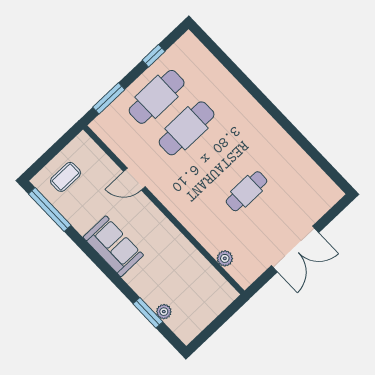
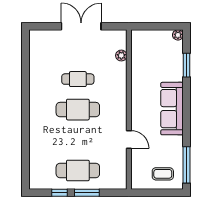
window: (109, 98) -> (87, 193), moved
cafe table: (187, 128) -> (78, 110), moved
sofa: (113, 246) -> (172, 109), width x1.36
plant: (164, 312) -> (178, 35), moved

